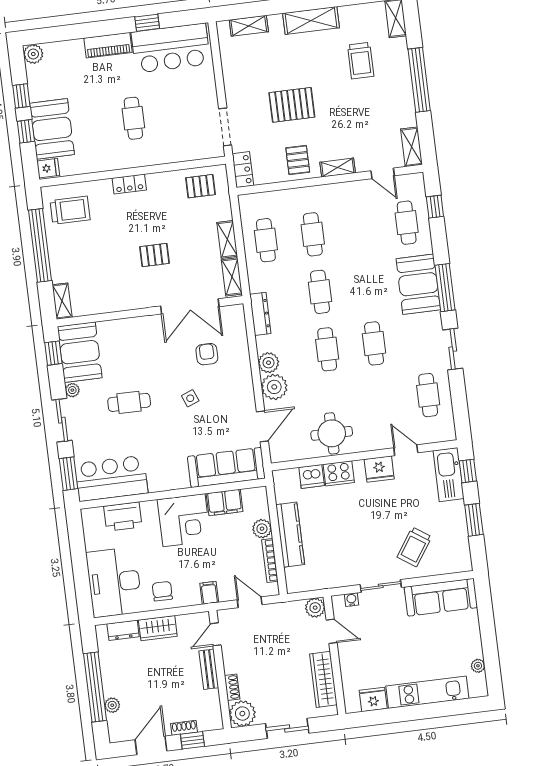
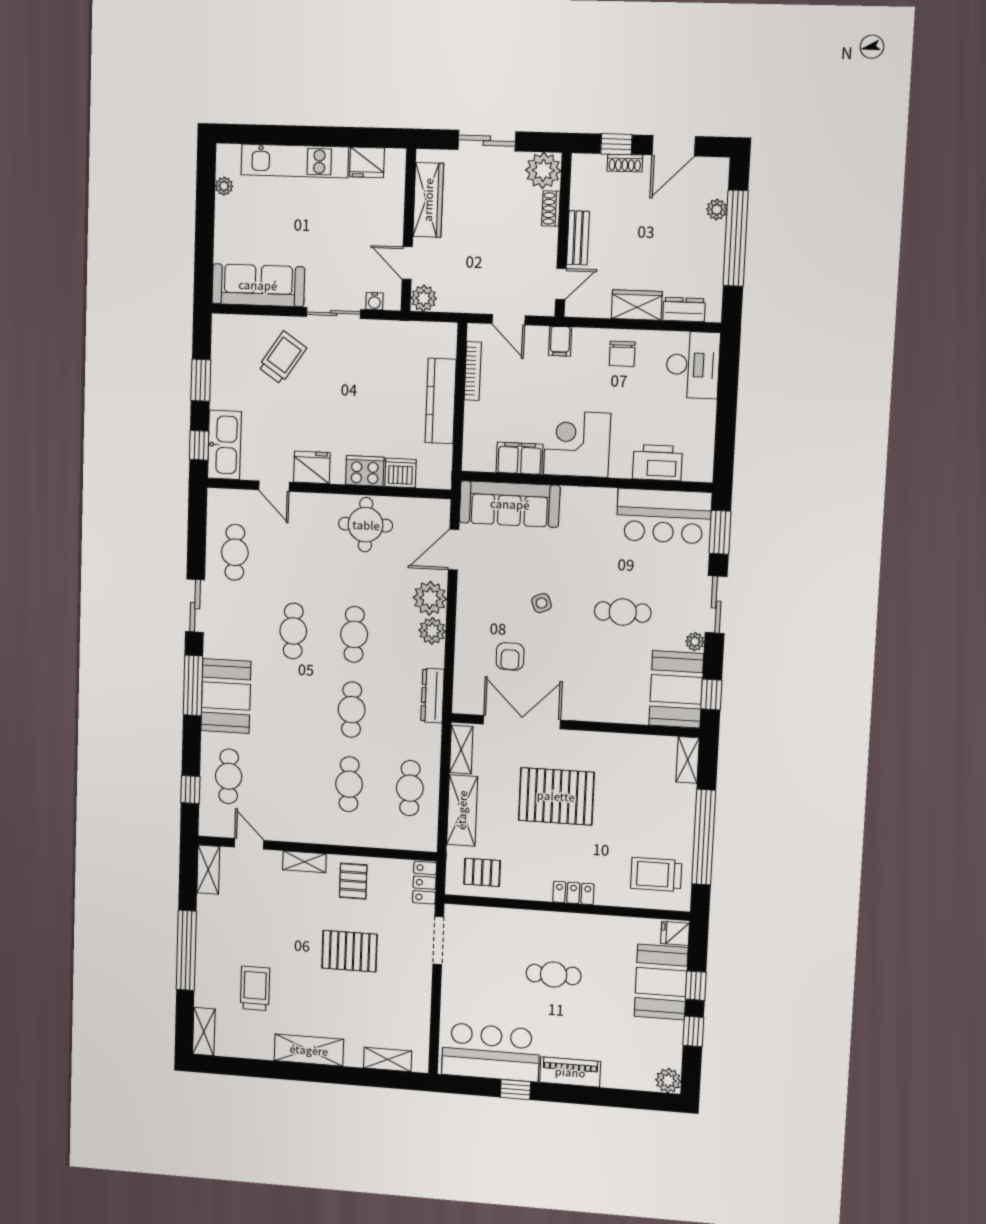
cafe table: (133, 118) -> (554, 975), turned 90
shelving: (227, 239) -> (462, 810), width x1.50, depth x1.33
pallet: (155, 255) -> (556, 796), width x2.05, depth x2.00
plant: (262, 529) -> (476, 415), removed
desk: (114, 582) -> (693, 365), width x0.73, depth x0.77

